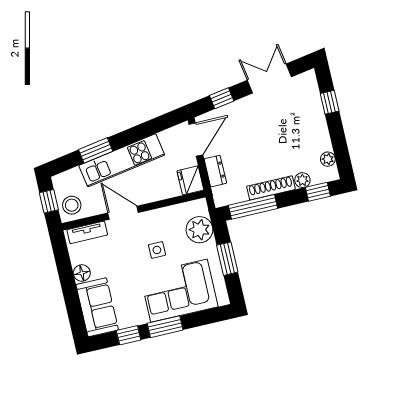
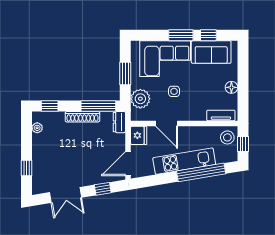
window: (96, 150) -> (201, 172), width x2.11
dresser: (215, 171) -> (119, 122), moved
plant: (302, 180) -> (59, 117), removed
door: (123, 213) -> (167, 123), moved
sofa: (97, 307) -> (211, 52), moved, turned -90

